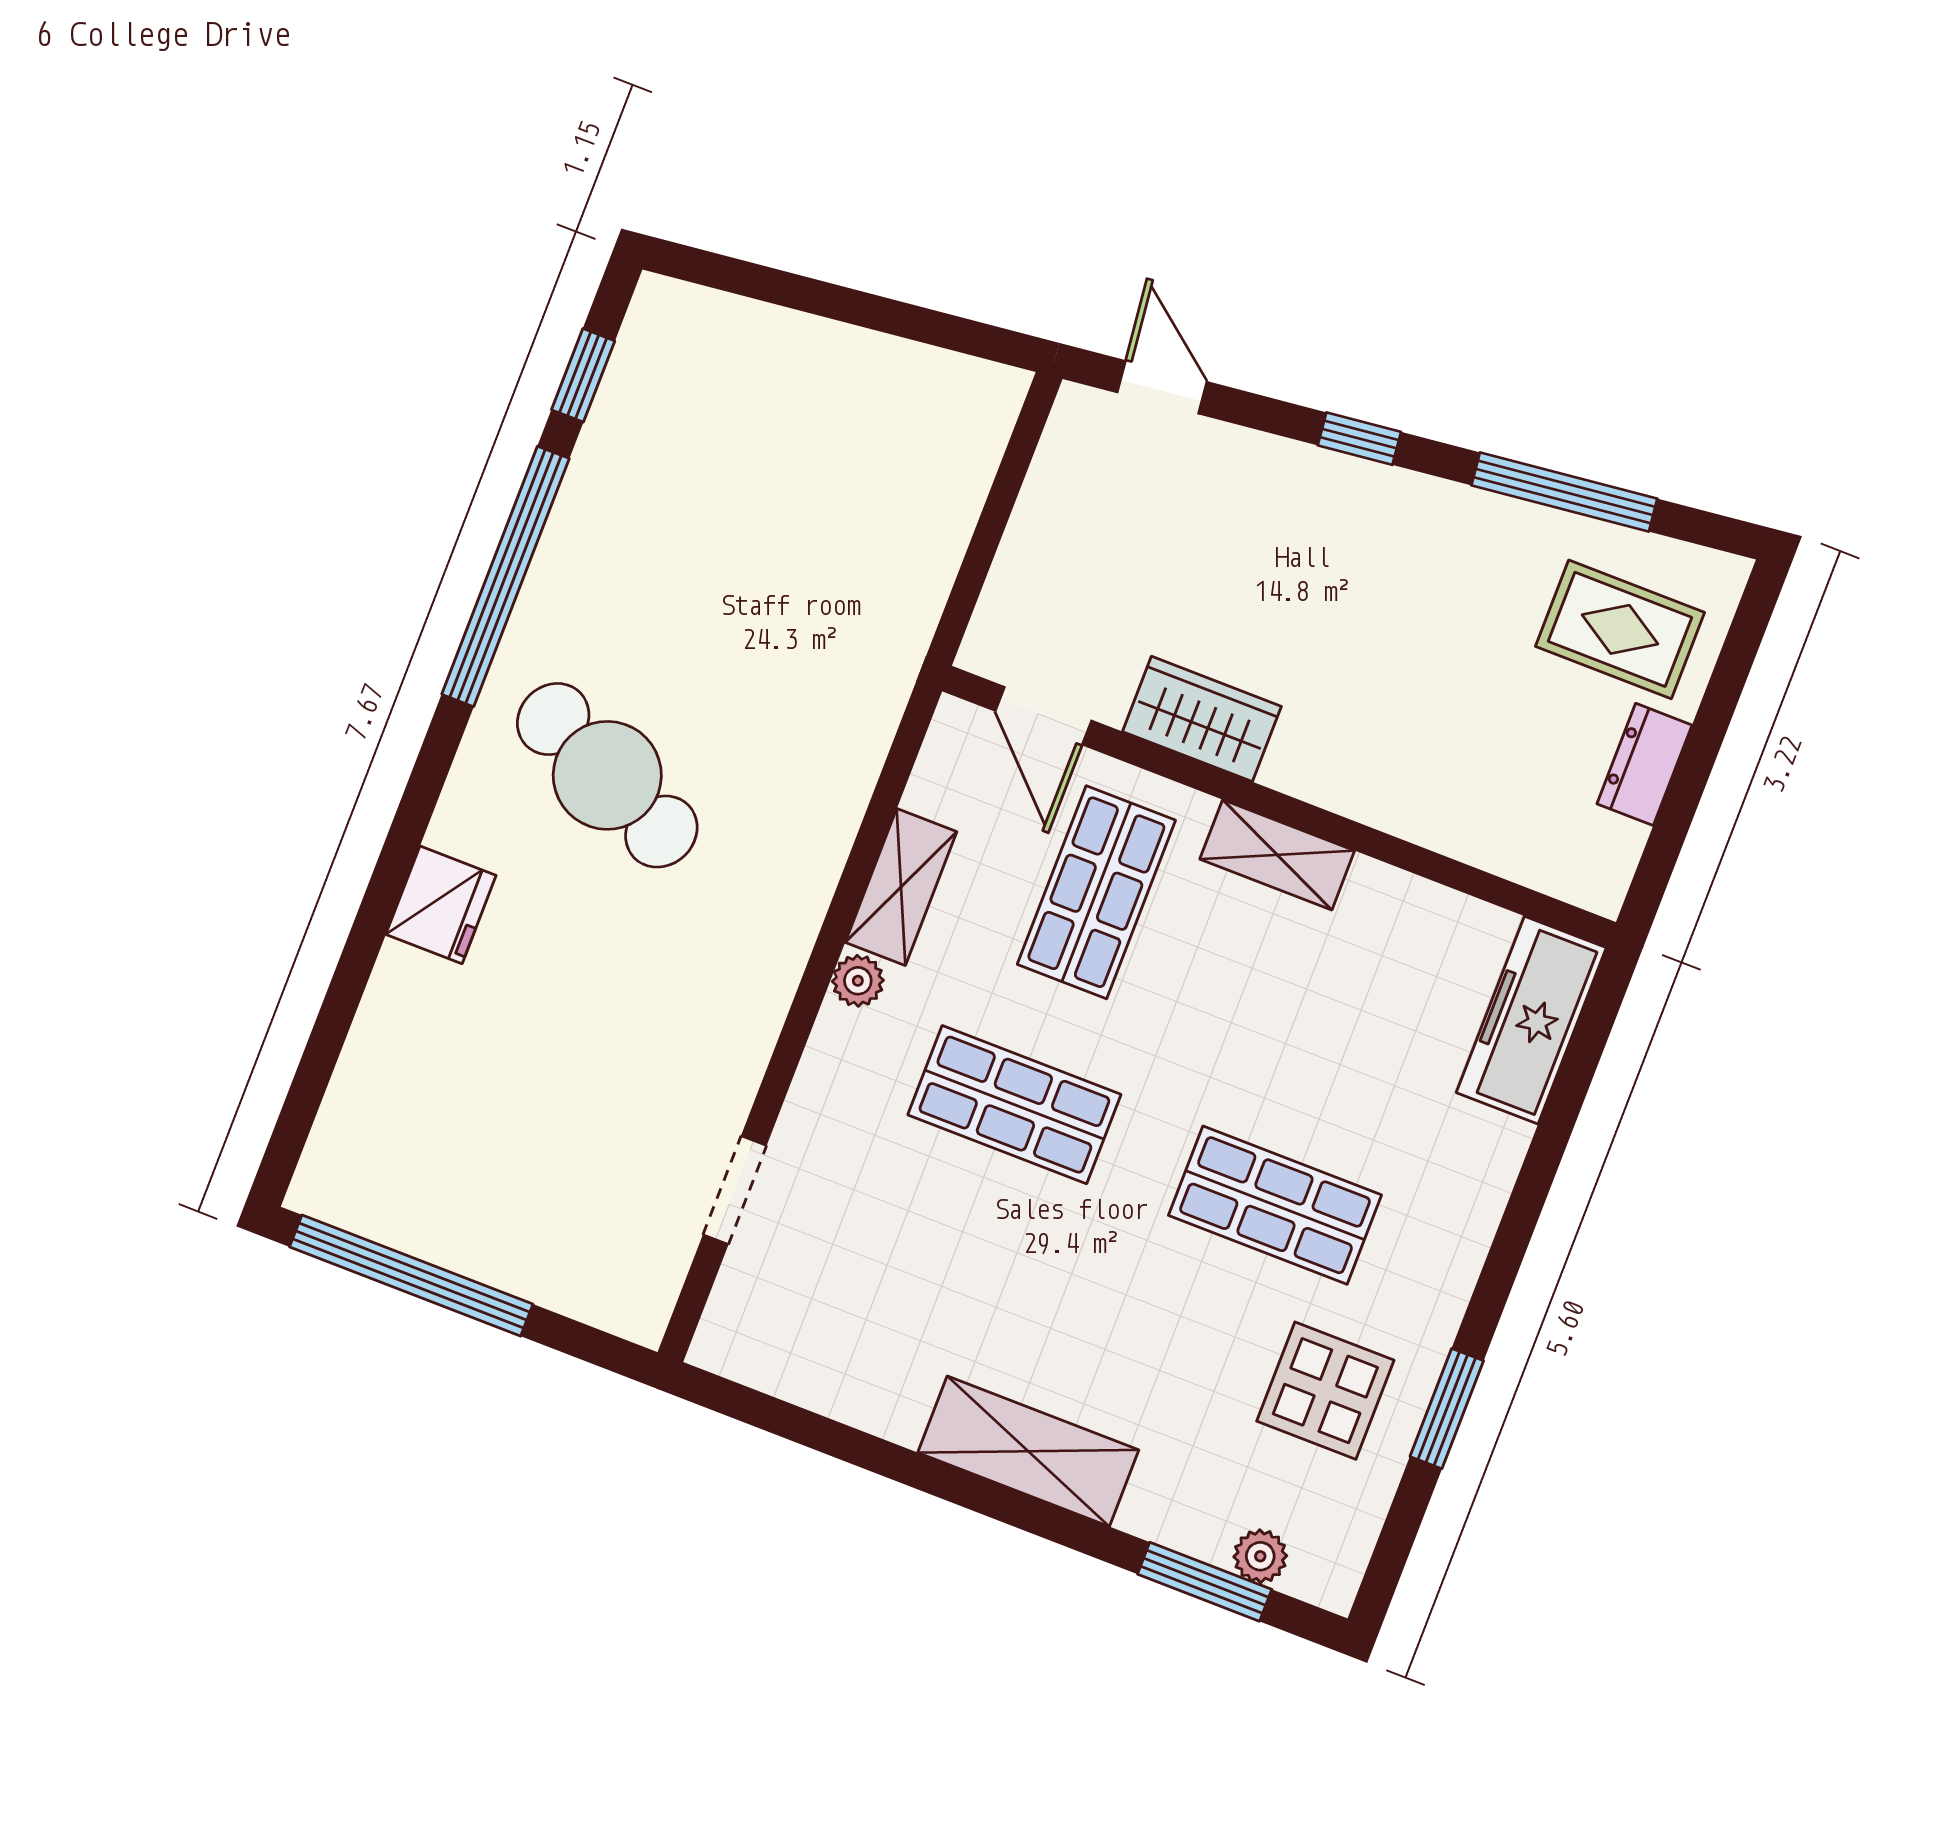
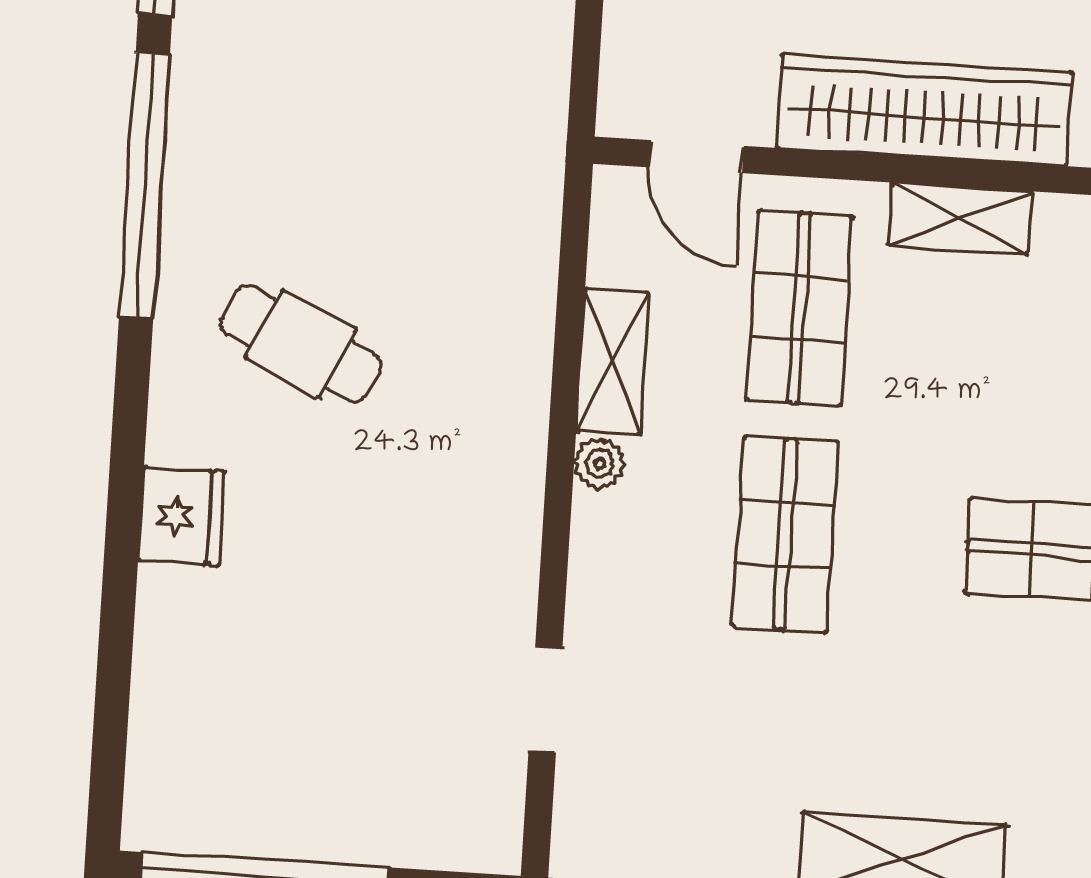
wardrobe: (1202, 719) -> (924, 110), width x2.10, depth x1.17
cafe table: (607, 775) -> (301, 344), width x0.73, depth x0.74
shop shelf: (1014, 1105) -> (785, 534), turned 90

